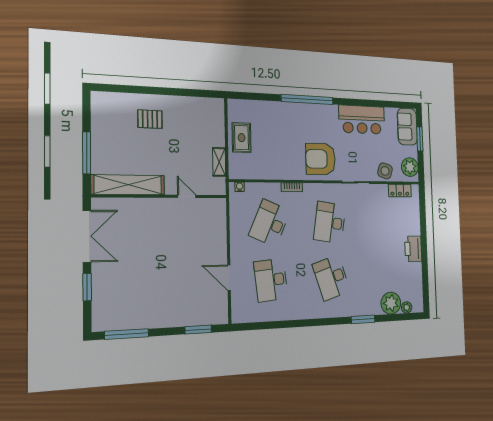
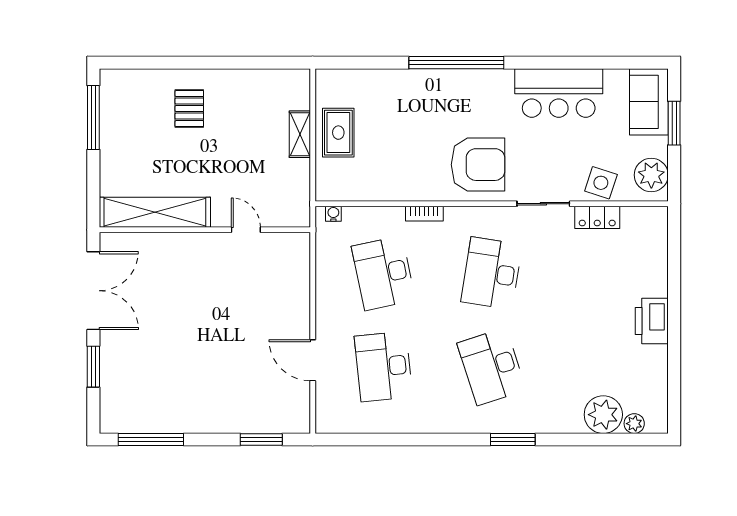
pallet: (150, 119) -> (189, 109), turned 90
window: (87, 153) -> (93, 118), moved
armchair: (321, 159) -> (478, 165), turned 180
shelving: (219, 162) -> (300, 134), moved
locker: (400, 191) -> (597, 217), moved
desk: (270, 223) -> (384, 273), turned -36
window: (363, 319) -> (513, 440), moved

